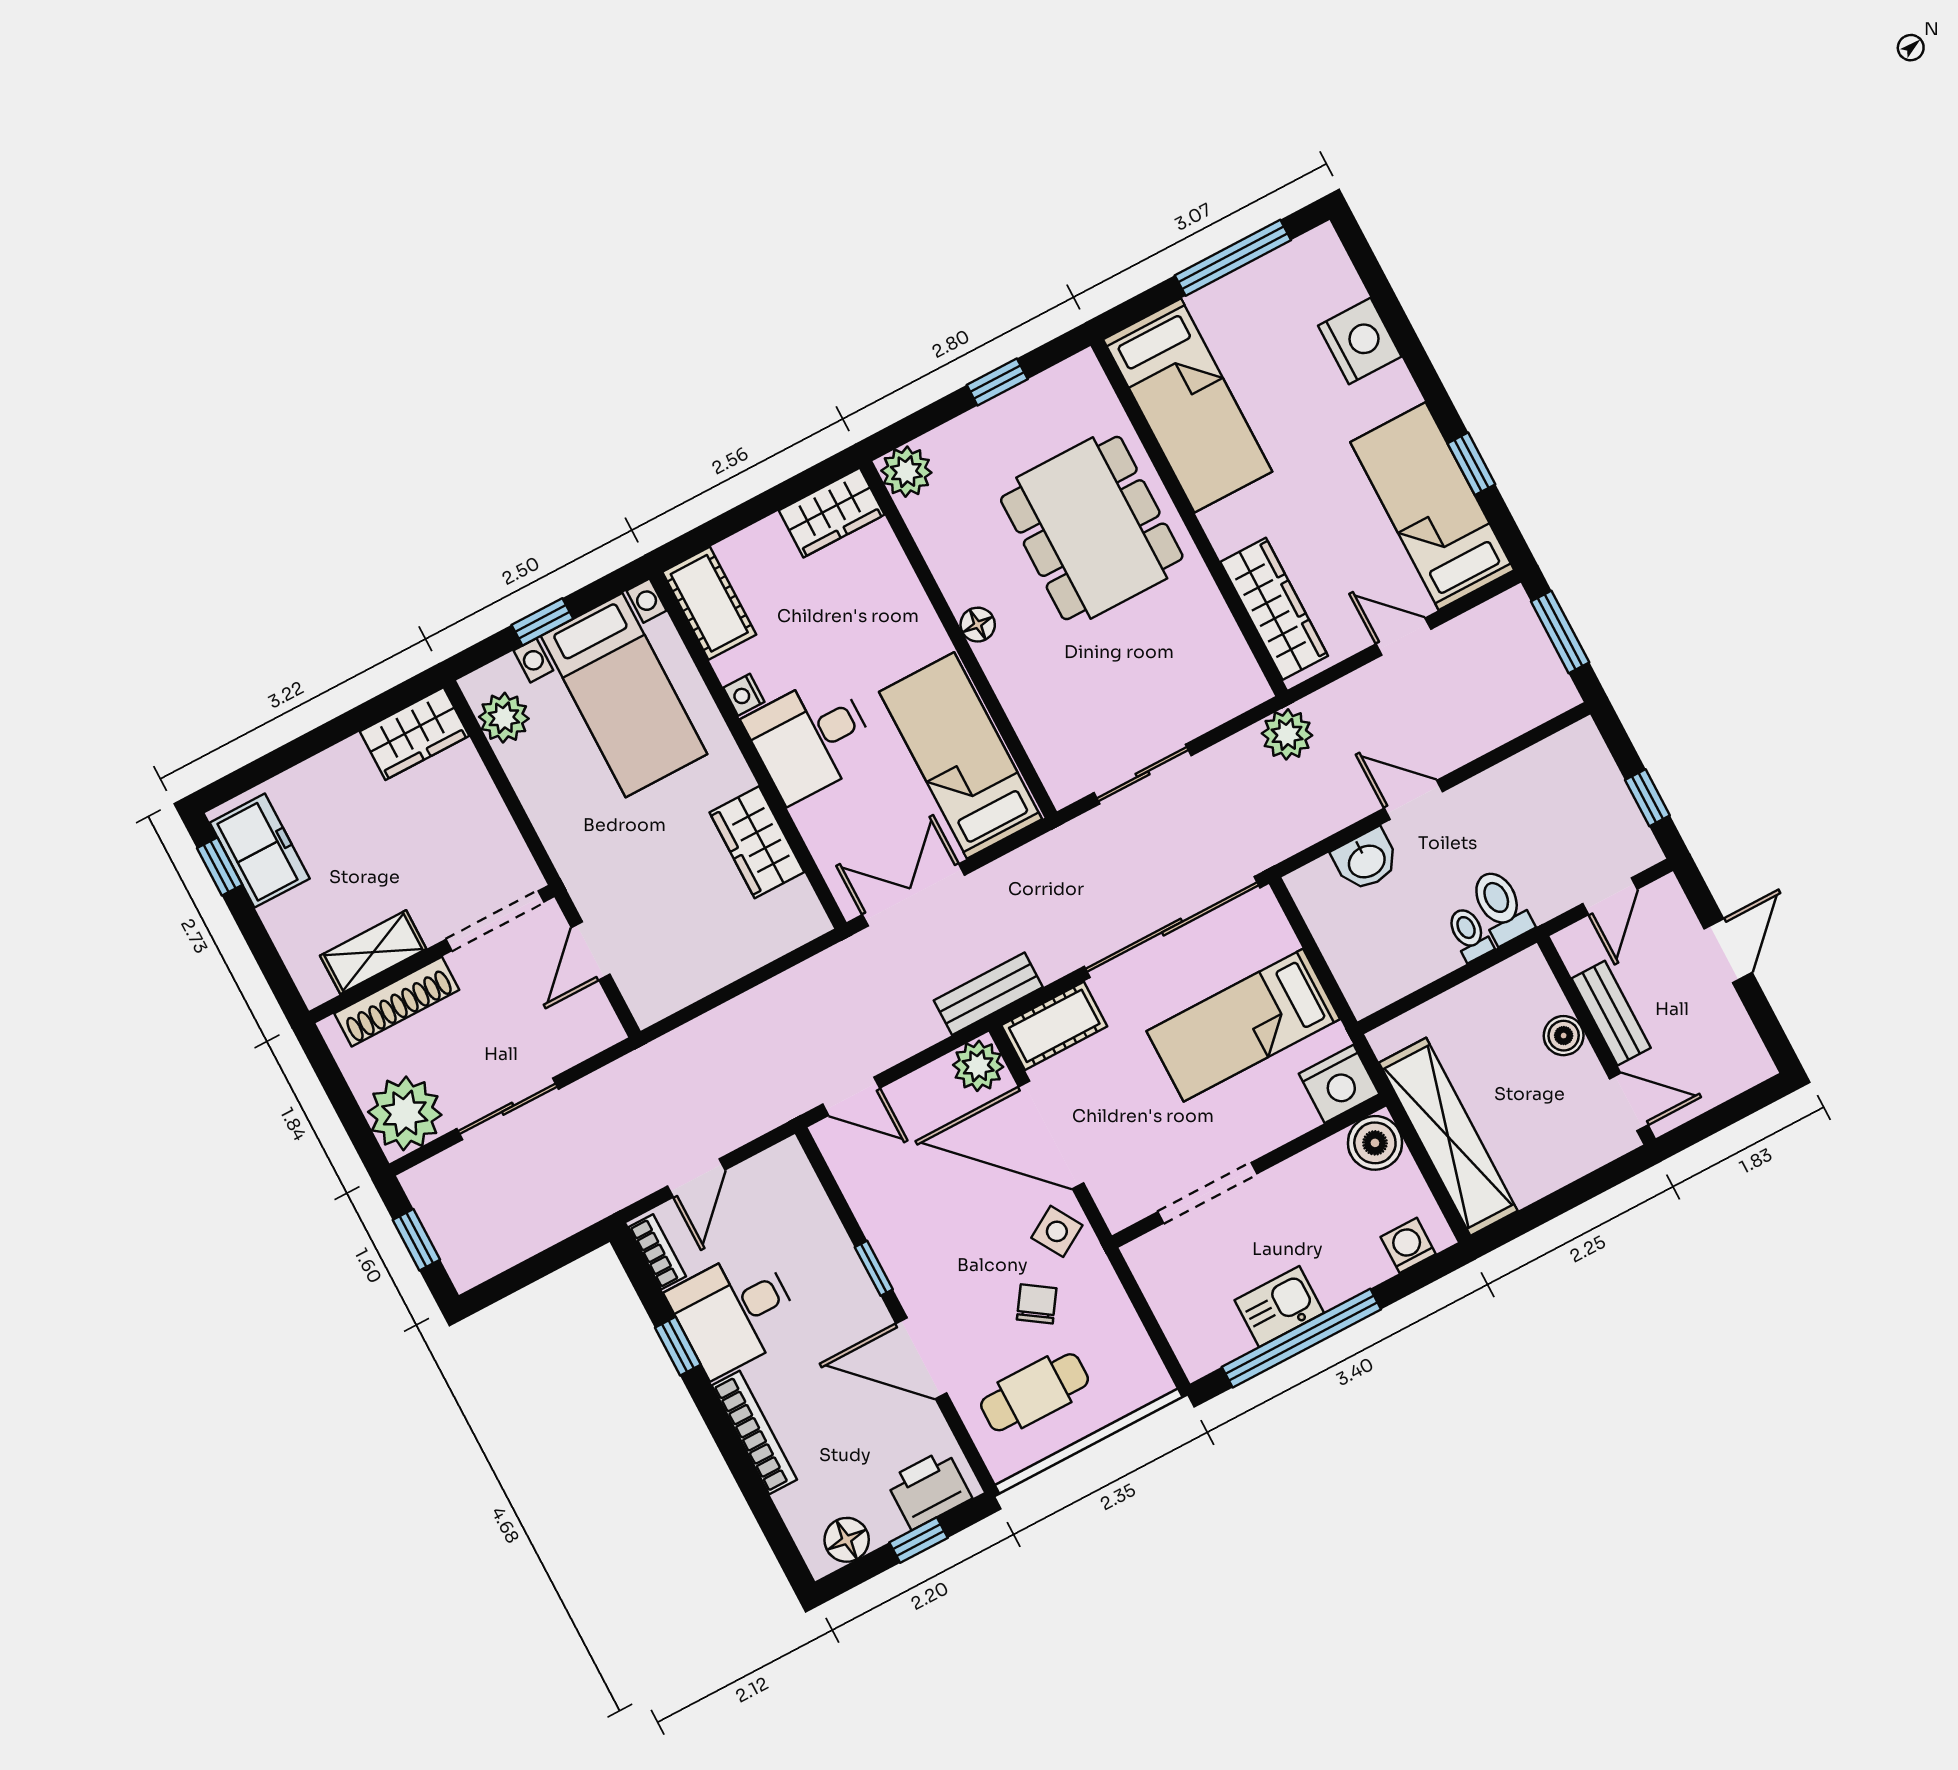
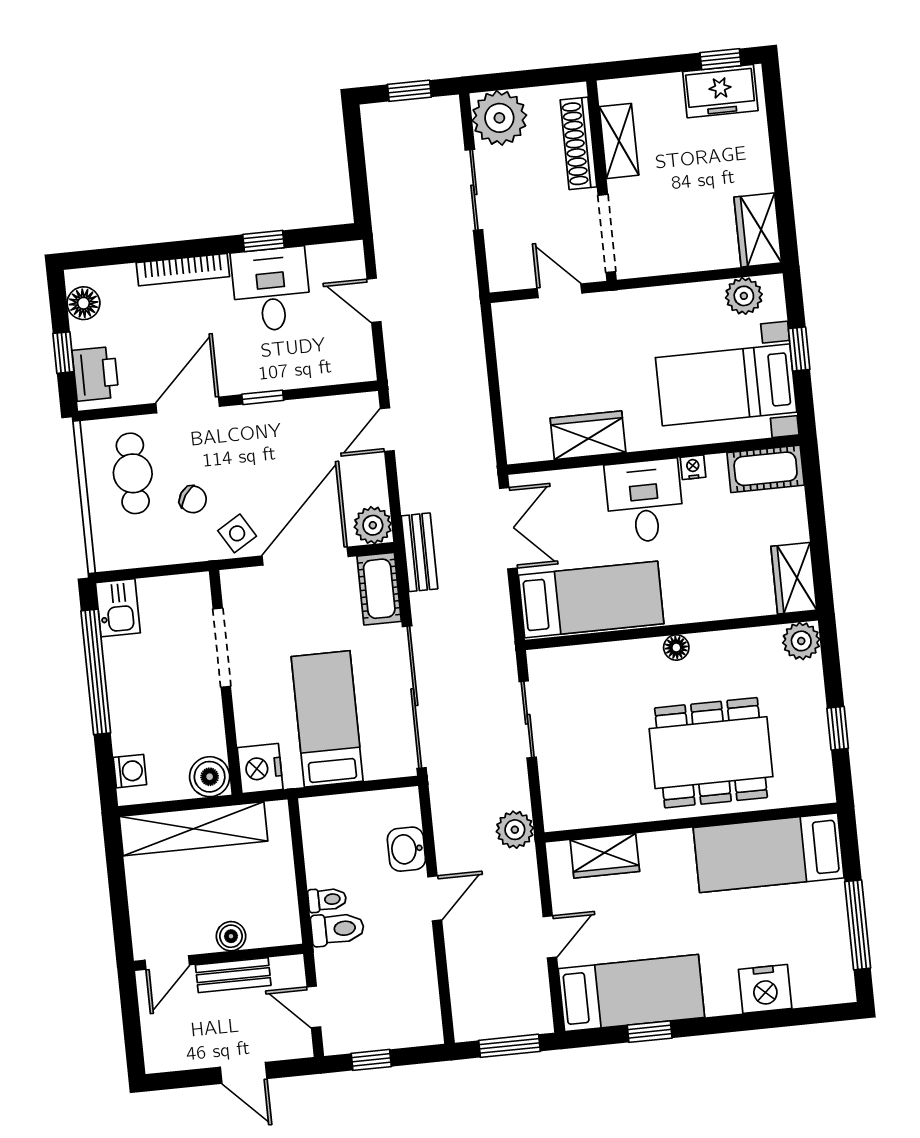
wardrobe: (1274, 609) -> (605, 856), width x0.67
bookcase: (657, 1252) -> (334, 253), removed
kitchen sink: (1279, 1307) -> (118, 608), moved

